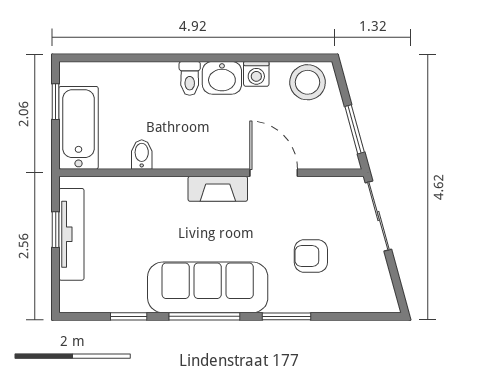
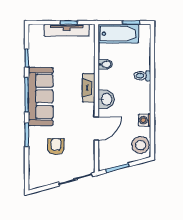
toilet: (190, 78) -> (142, 76), moved
washbasin: (222, 78) -> (106, 99), moved, turned 180
fireplace: (218, 189) -> (89, 88), moved

